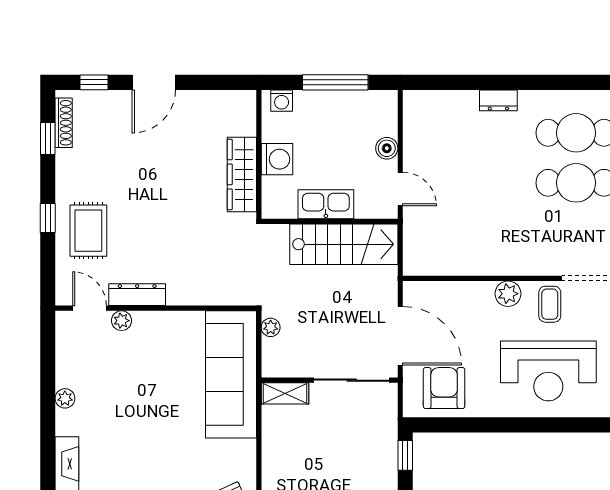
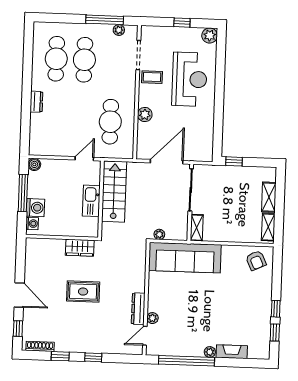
window: (48, 138) -> (60, 356), moved
boiler: (387, 148) -> (34, 164), moved
washing machine: (277, 159) -> (35, 208), moved, turned 90
wardrobe: (242, 174) -> (80, 248), width x0.67
rug: (88, 231) -> (83, 292), moved
cafe table: (468, 233) -> (110, 122), added
plant: (508, 294) -> (145, 115), moved
window: (48, 384) -> (186, 361), added
armchair: (444, 388) -> (197, 138), removed
plant: (65, 398) -> (210, 352), moved

